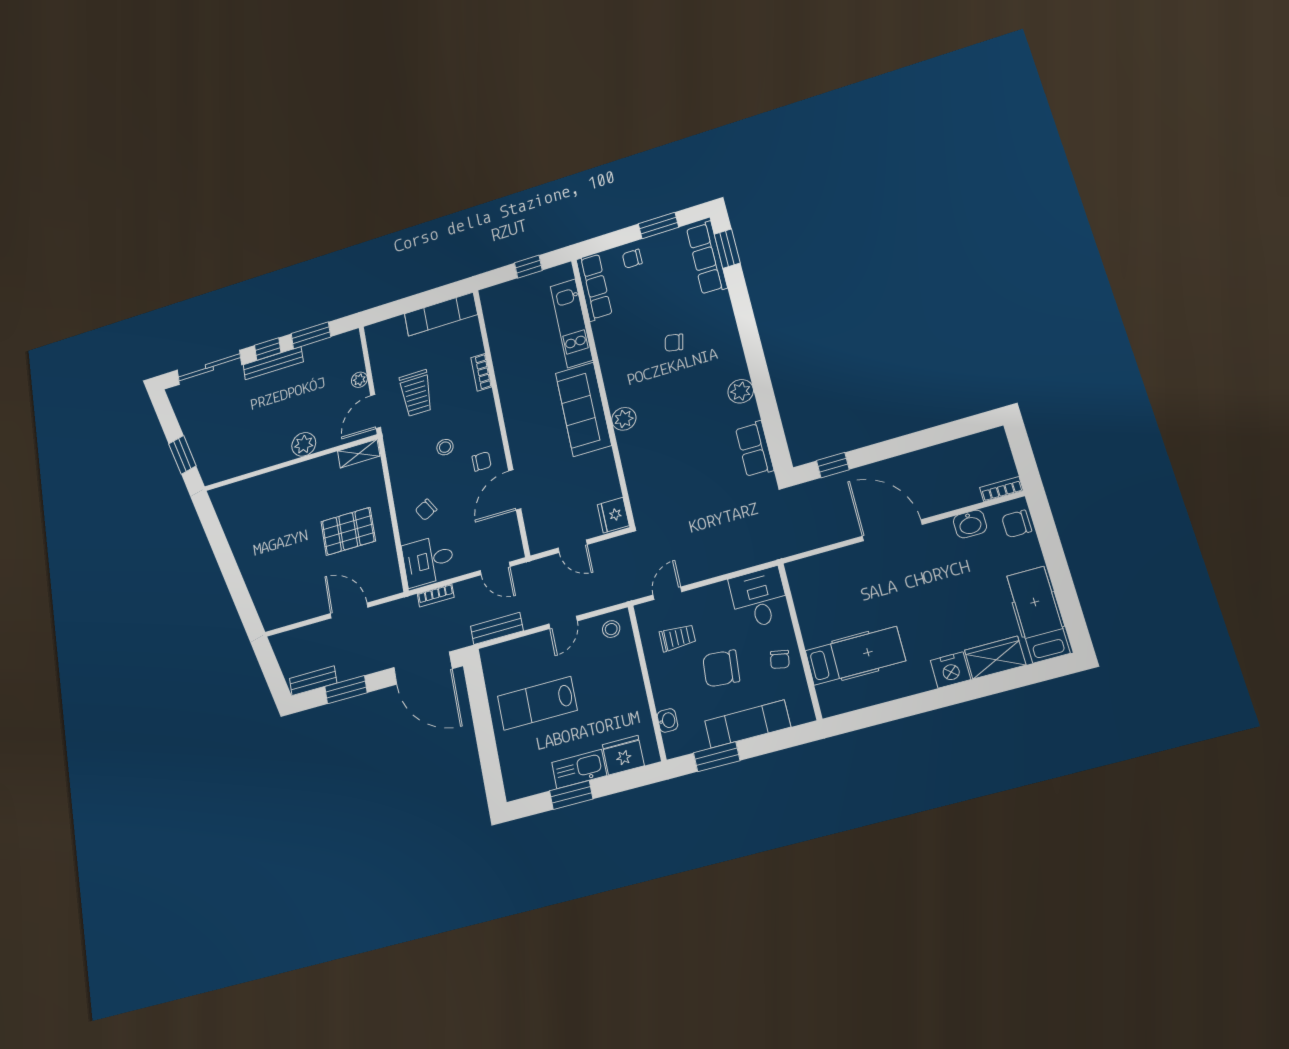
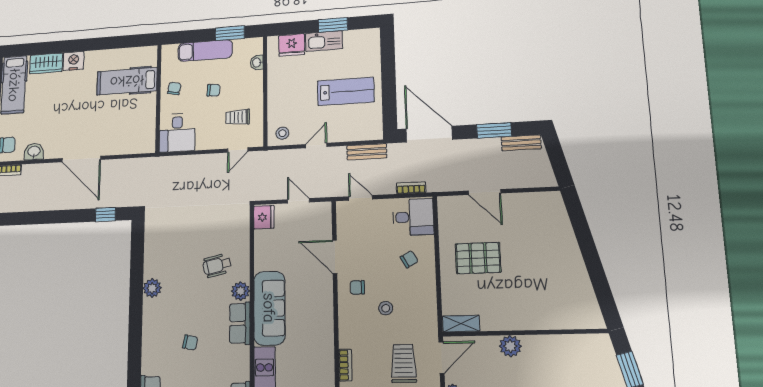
wheelchair: (661, 441) -> (217, 265), added
row of seats: (755, 449) -> (240, 323), moved, turned 180
door: (515, 490) -> (335, 257), swing flipped
chair: (721, 668) -> (213, 90), width x0.54, depth x0.54

